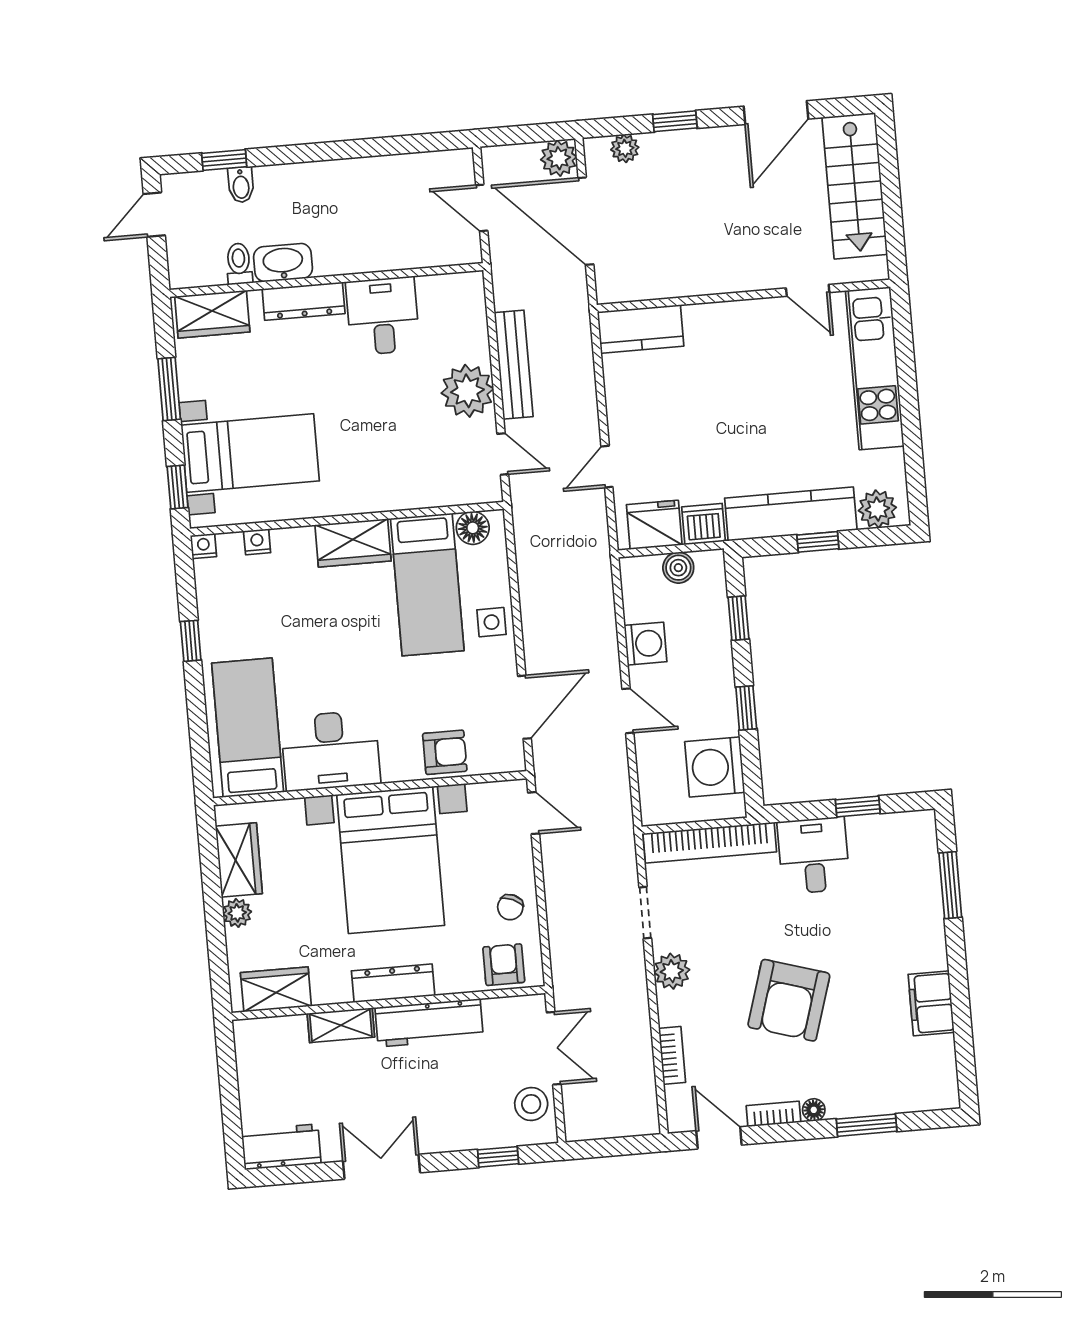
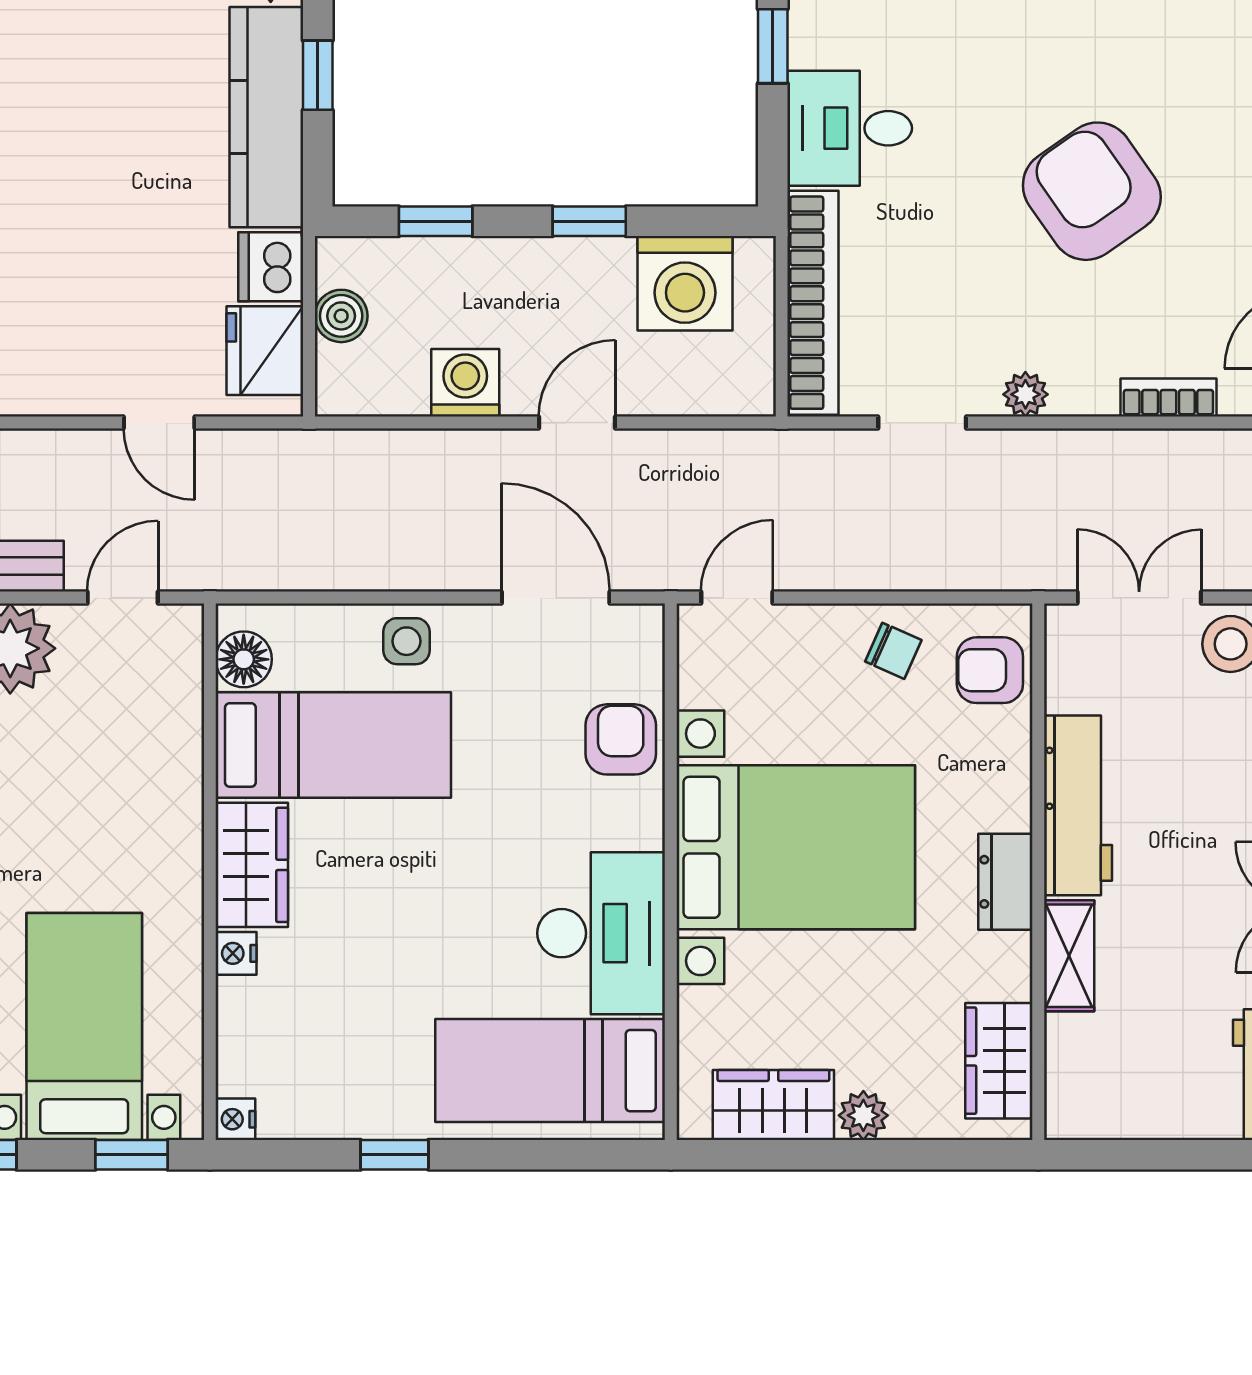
nightstand: (257, 542) -> (236, 953), moved
plant: (672, 971) -> (1025, 394), width x0.73, depth x0.73
dresser: (393, 983) -> (1005, 882), width x0.70
armchair: (789, 1000) -> (1092, 191), turned -142

